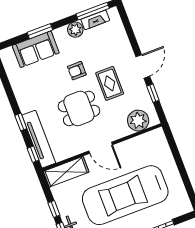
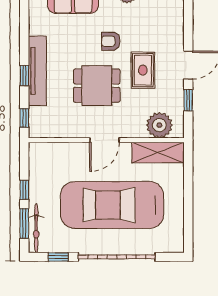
tv unit: (39, 139) -> (37, 71), moved
door: (101, 148) -> (104, 140), hinge flipped
shelving: (66, 172) -> (158, 152), moved

